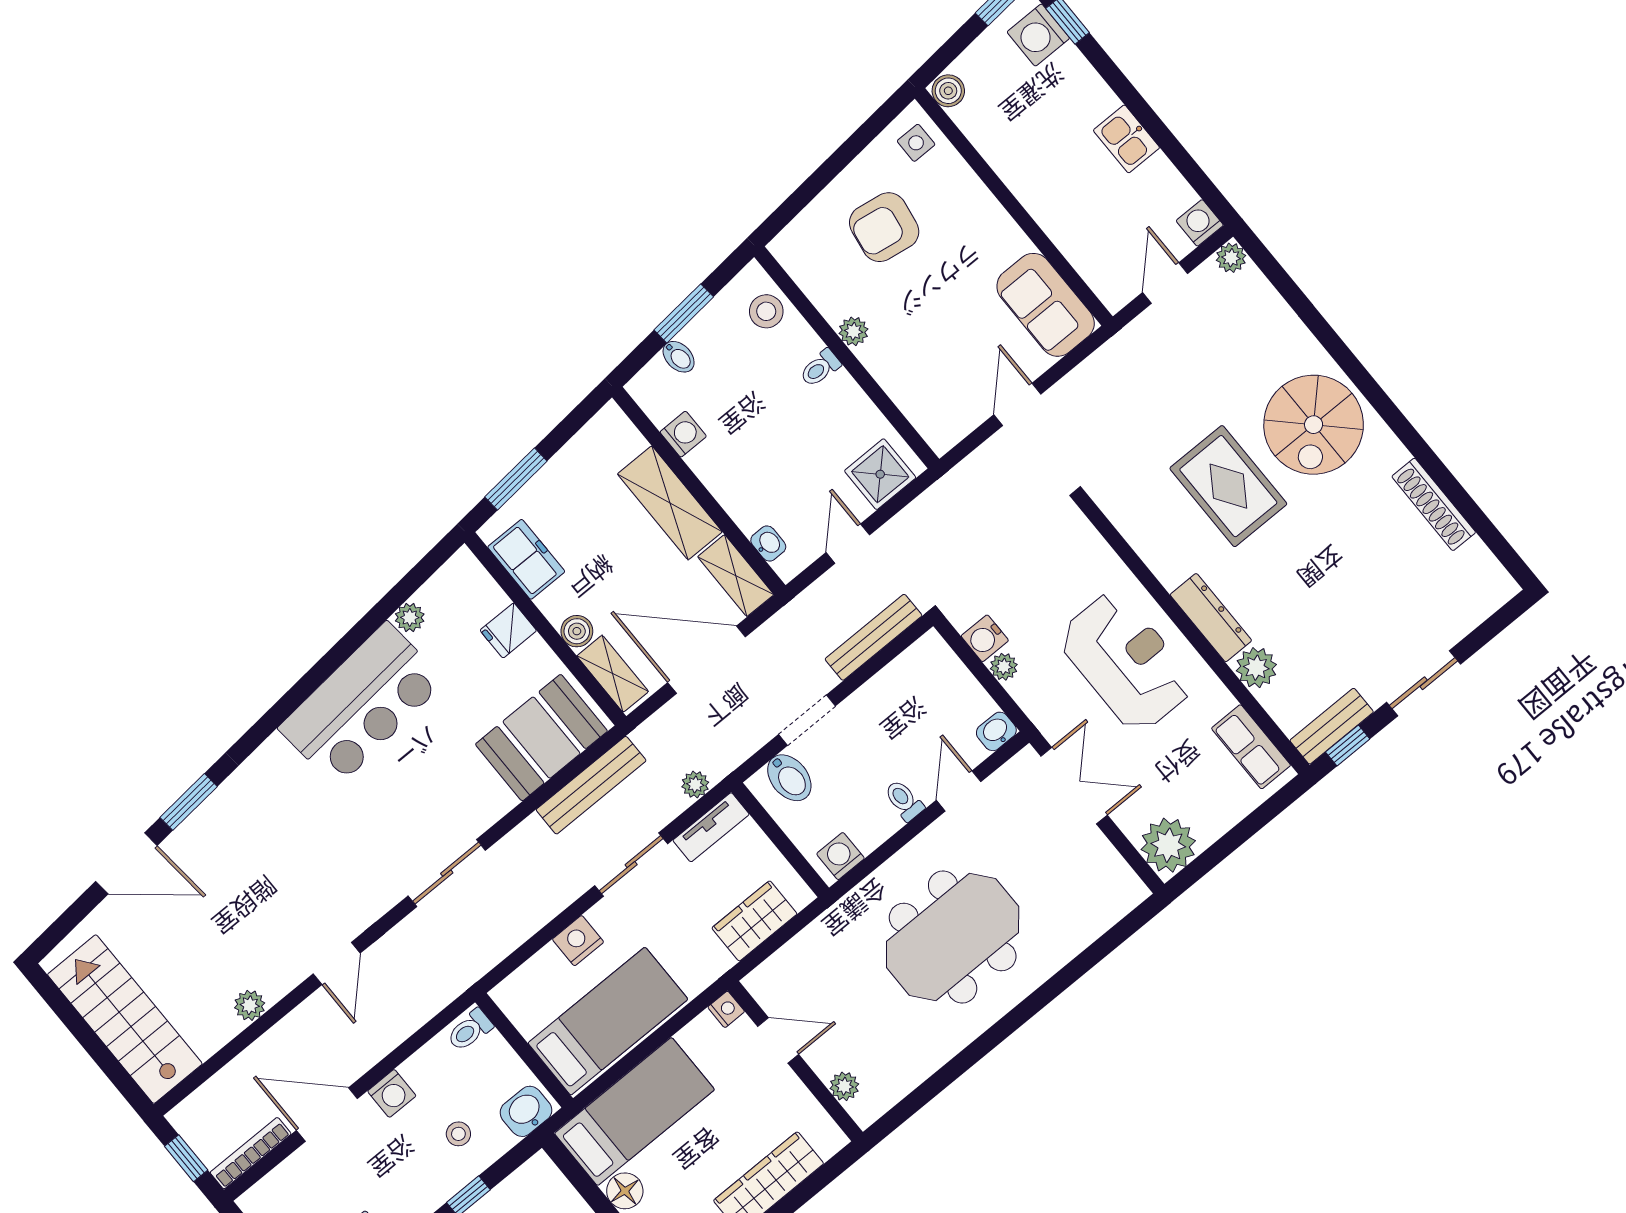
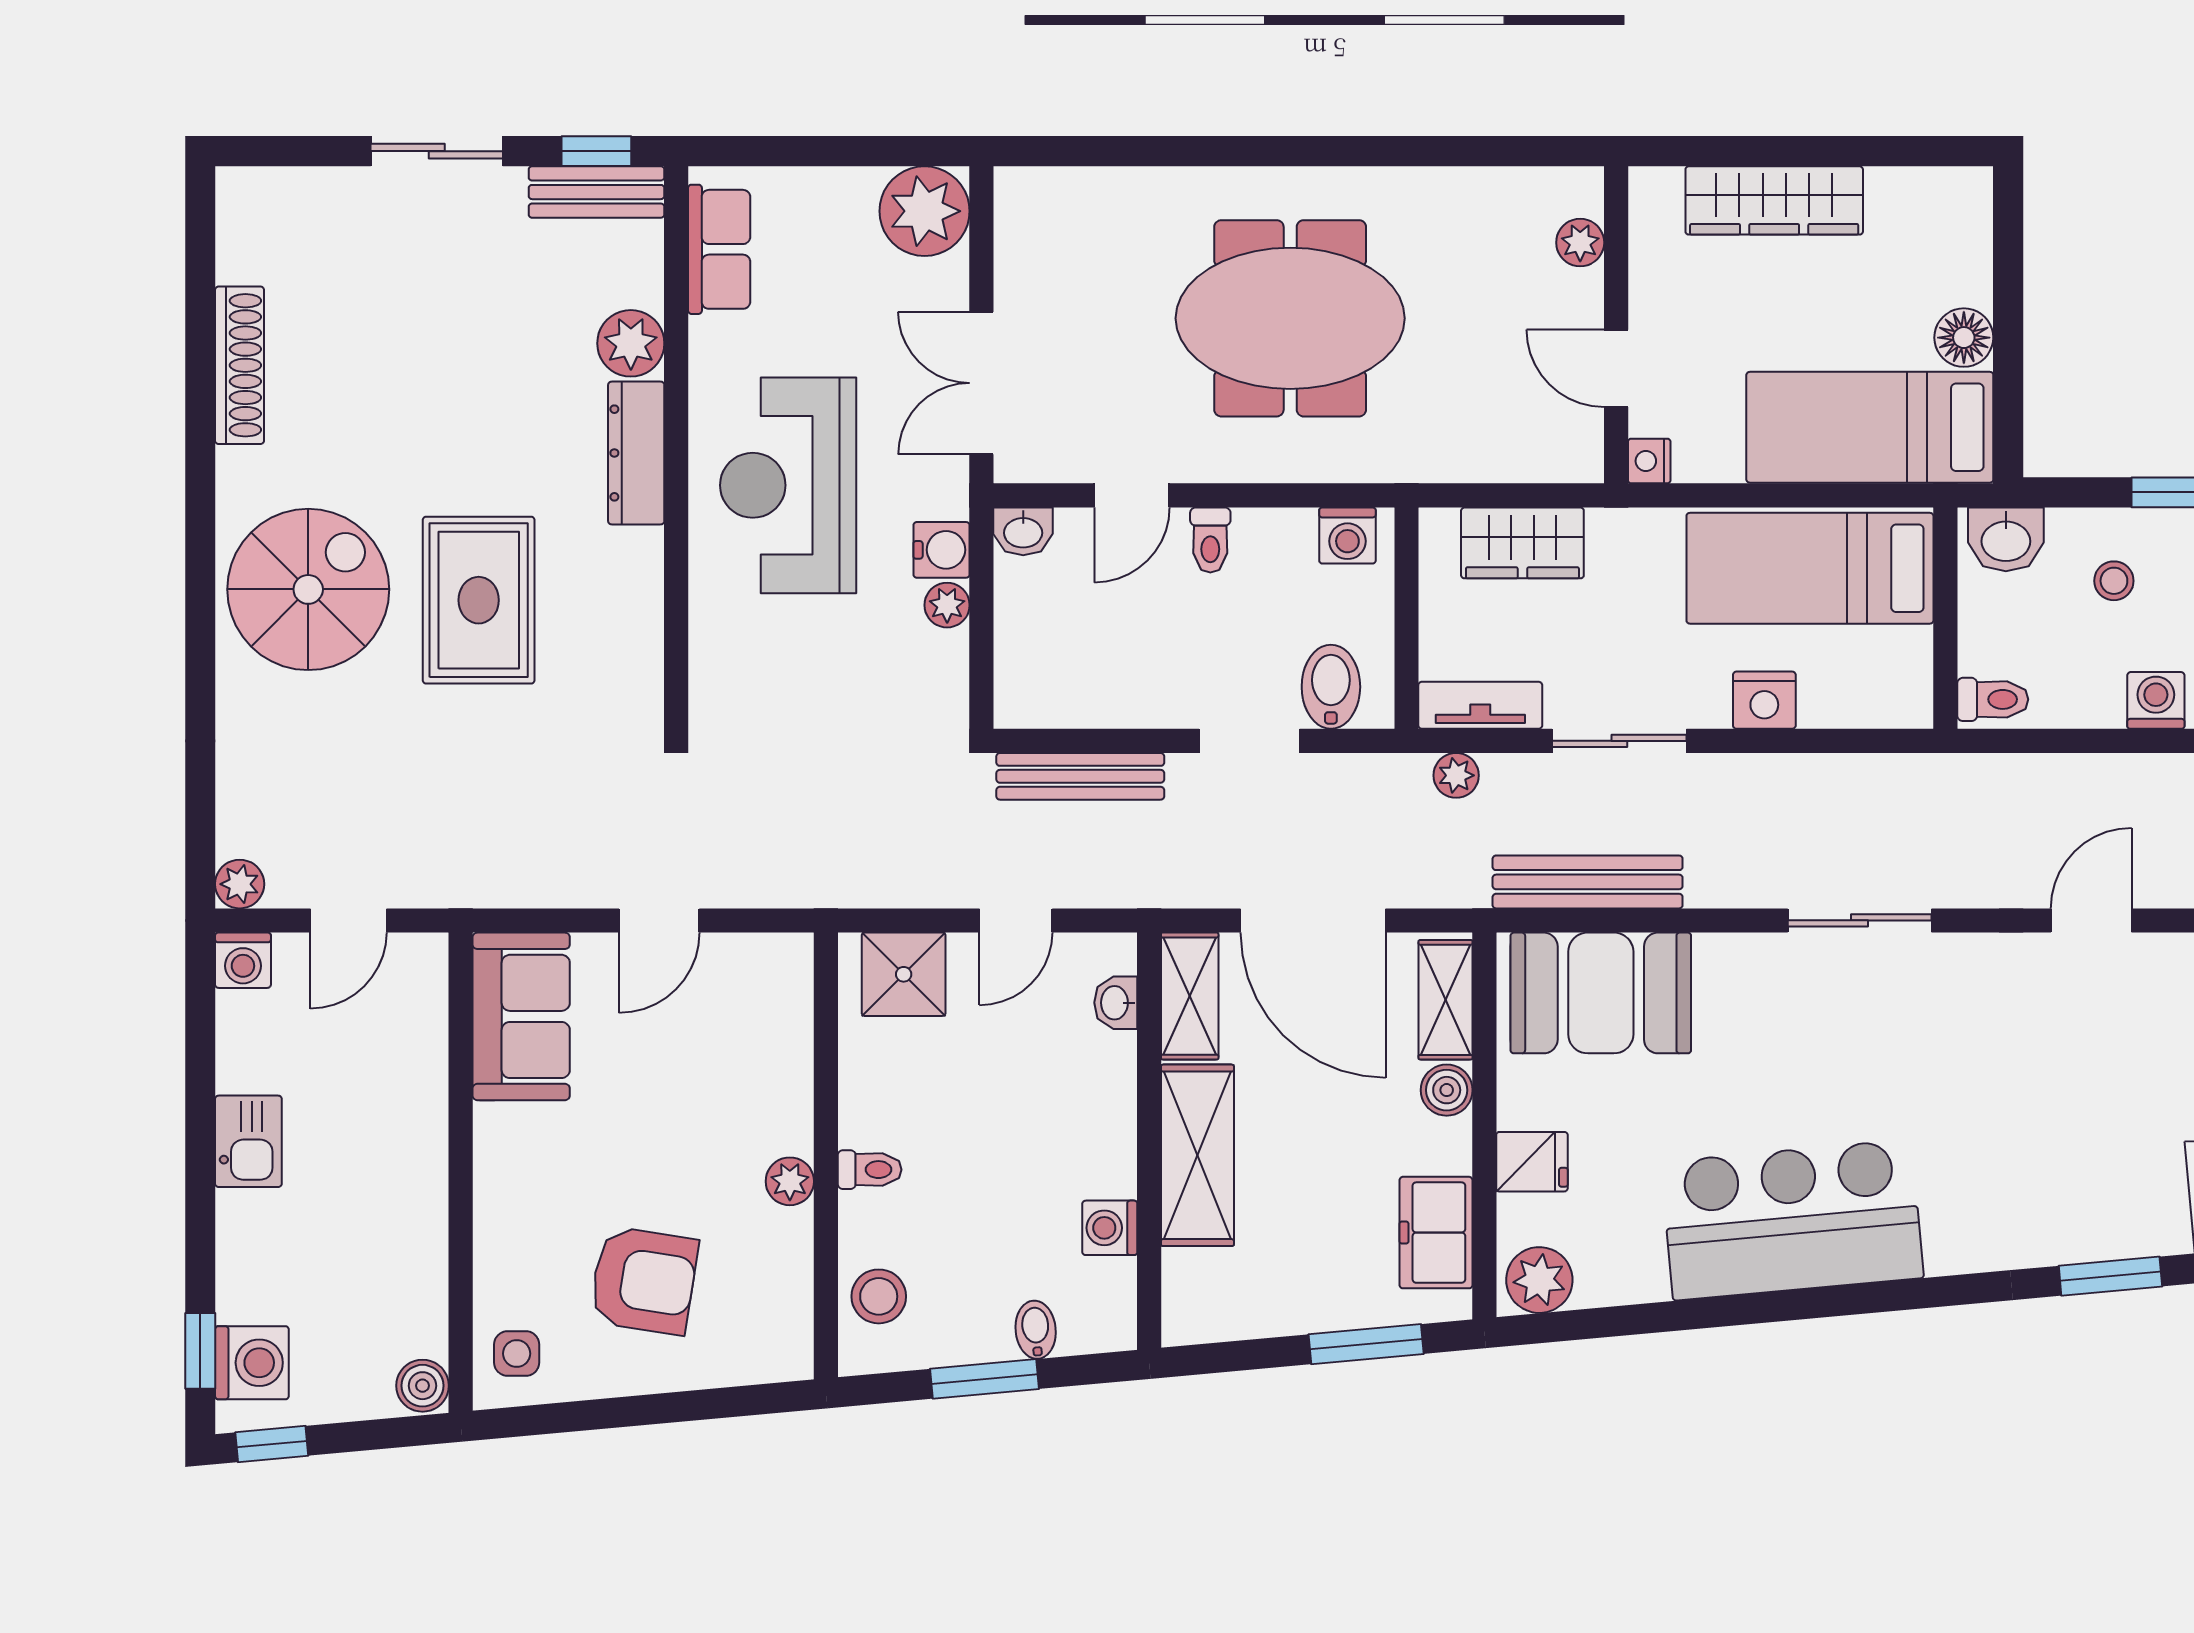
plant: (410, 618) -> (1539, 1280), moved, width x1.38, depth x1.38
water cooler: (985, 638) -> (942, 550), moved

